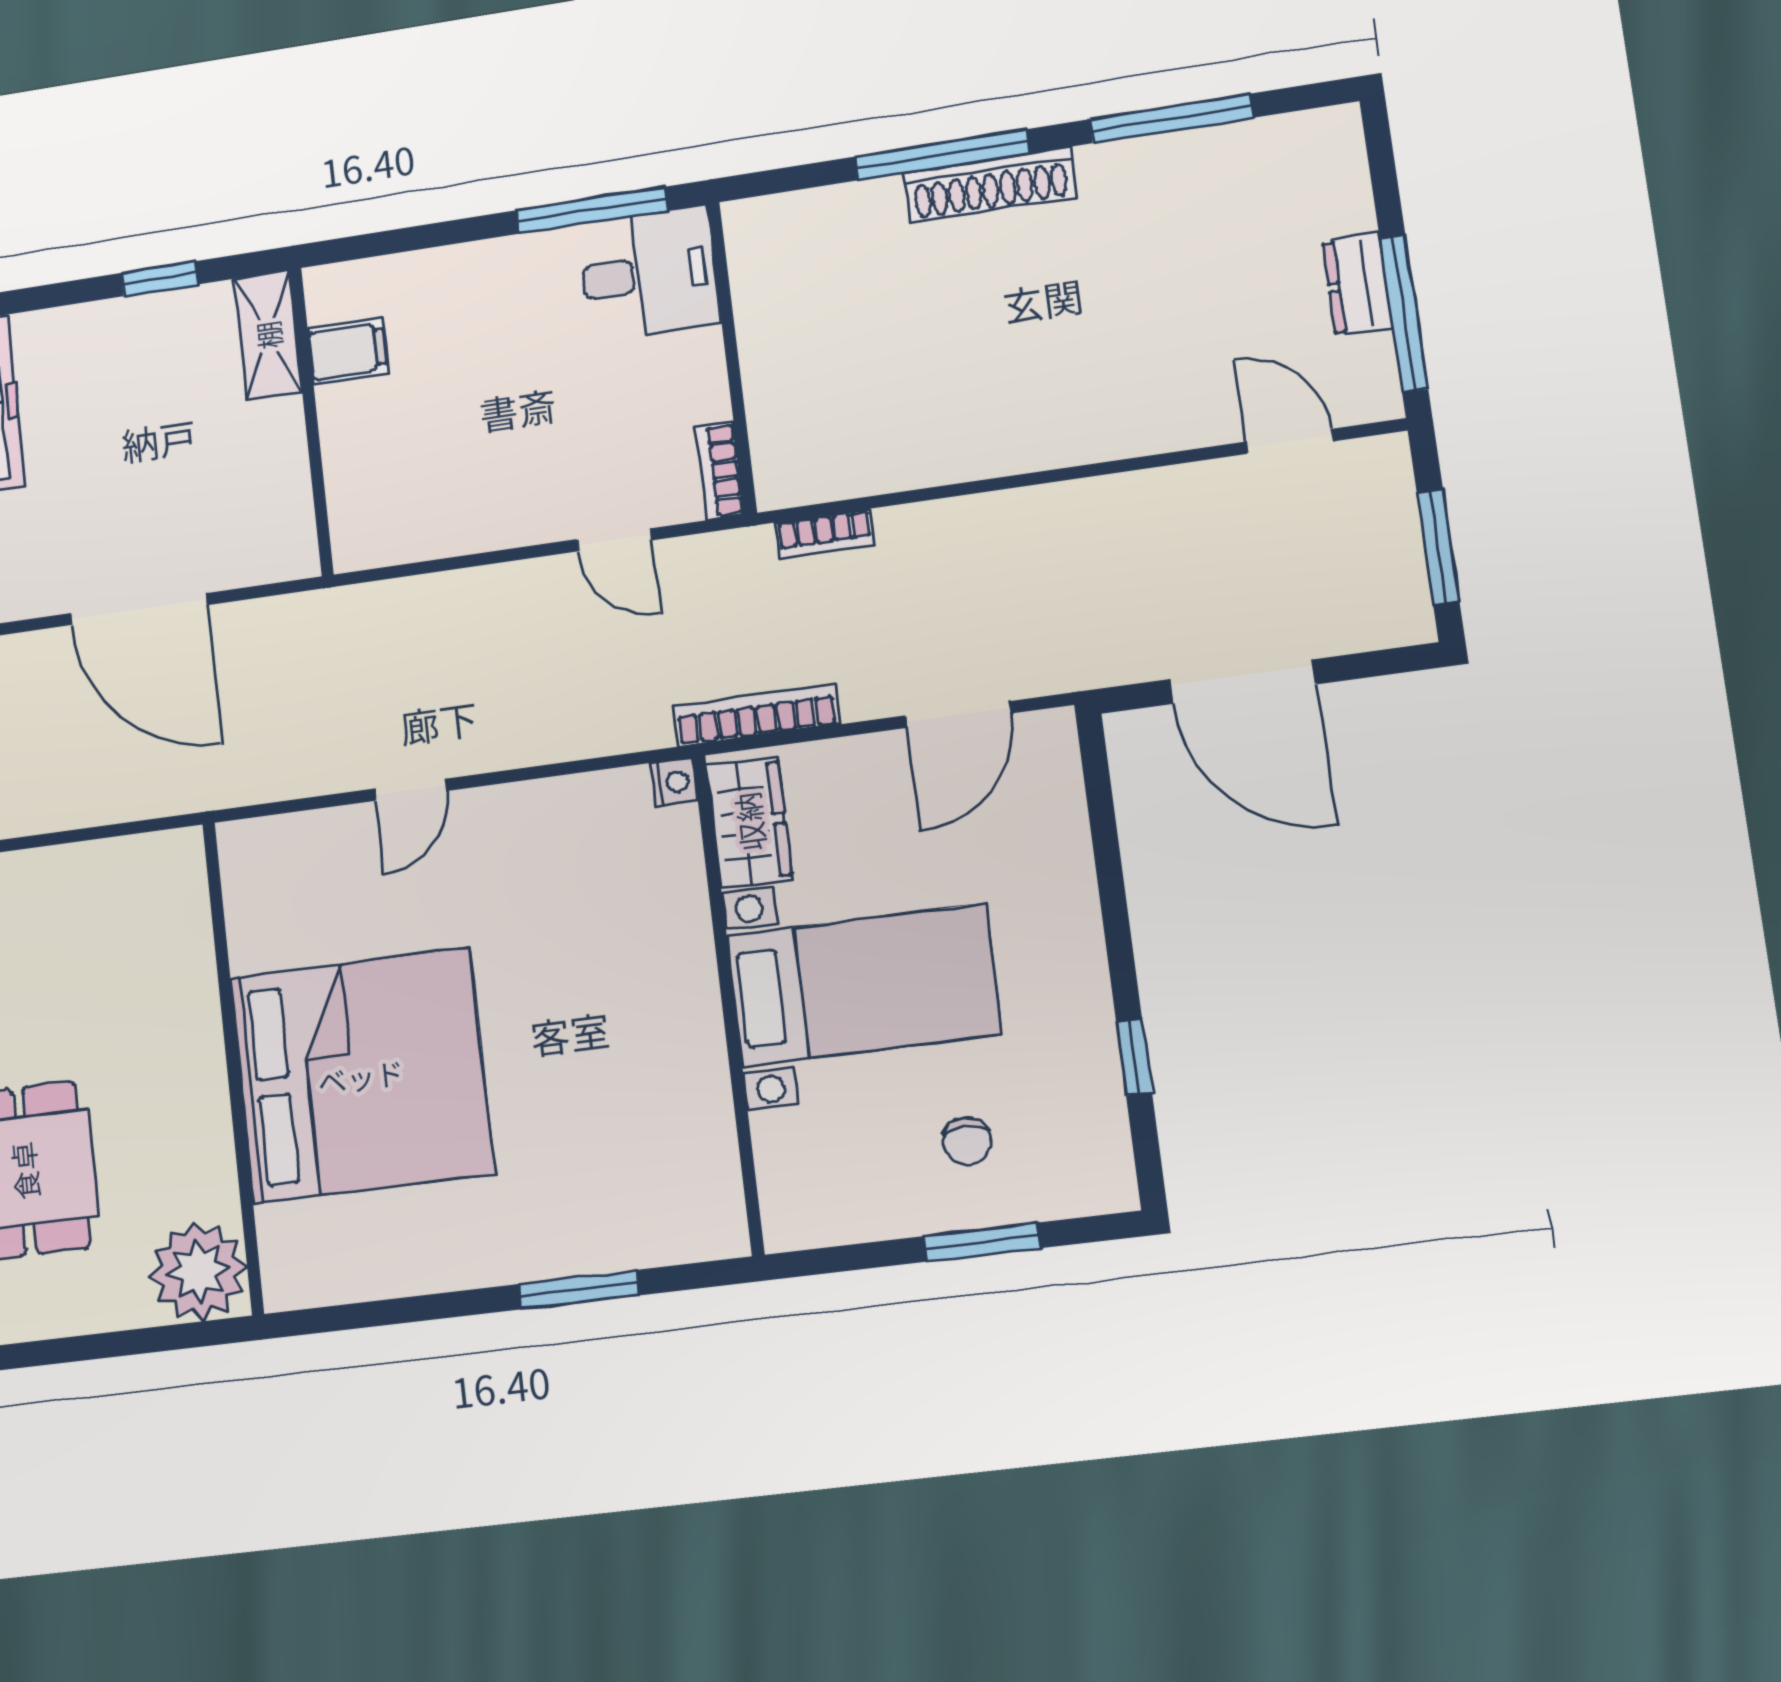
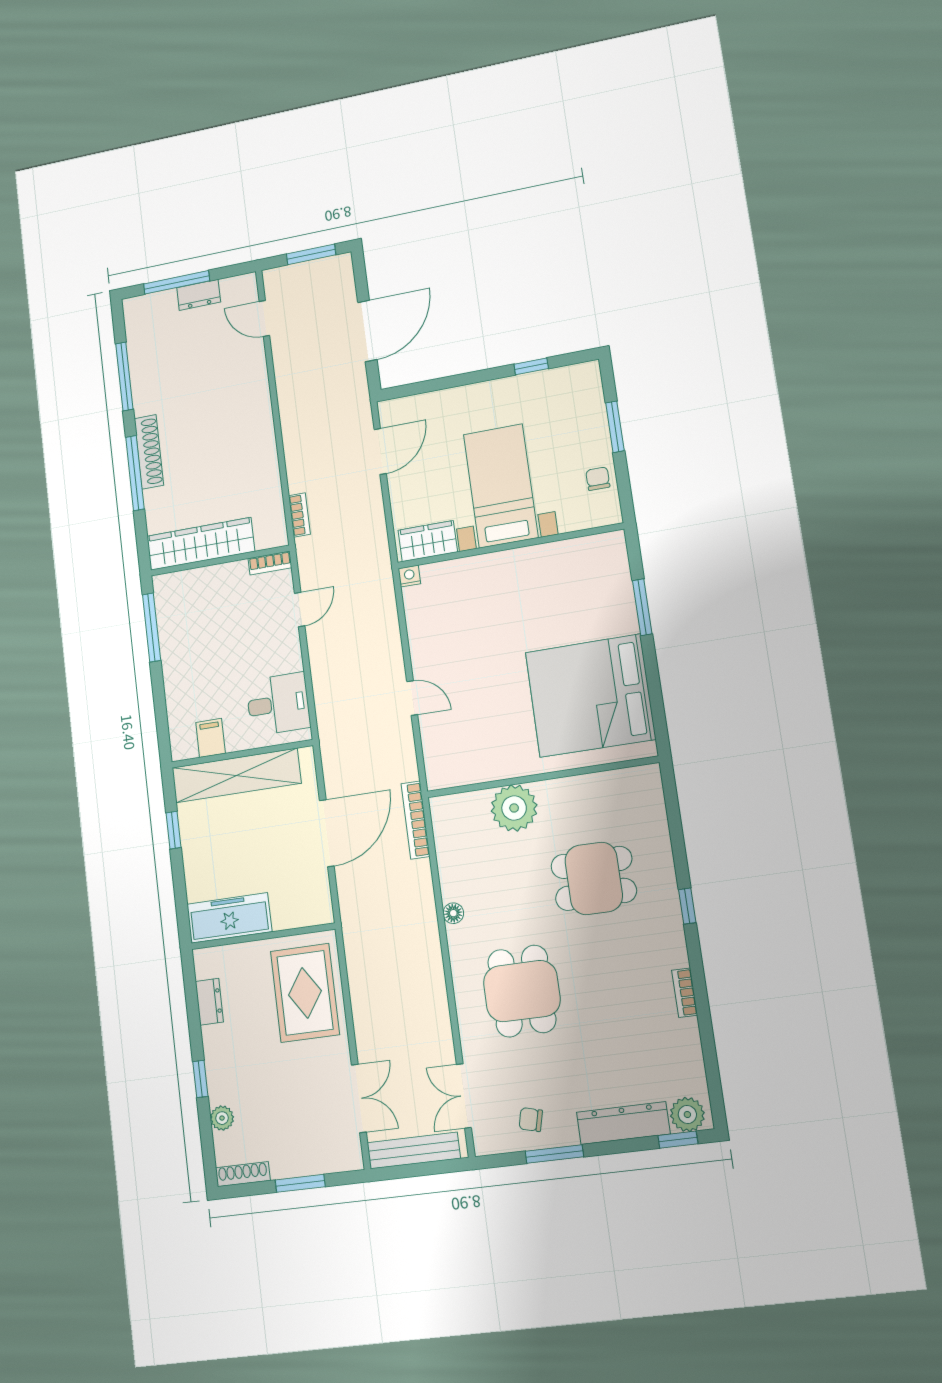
desk: (649, 274) -> (278, 704), moved, turned 90
wardrobe: (772, 313) -> (201, 544), added
window: (1404, 314) -> (177, 282), moved
shelving: (268, 335) -> (236, 776), width x2.20, depth x1.33
door: (1289, 441) -> (264, 318), hinge flipped
door: (958, 714) -> (380, 451), hinge flipped
bookcase: (756, 715) -> (415, 820), moved
bed: (361, 1076) -> (590, 696), moved, turned -90
chair: (967, 1141) -> (598, 479), moved, turned -90
plant: (199, 1271) -> (514, 808), moved

